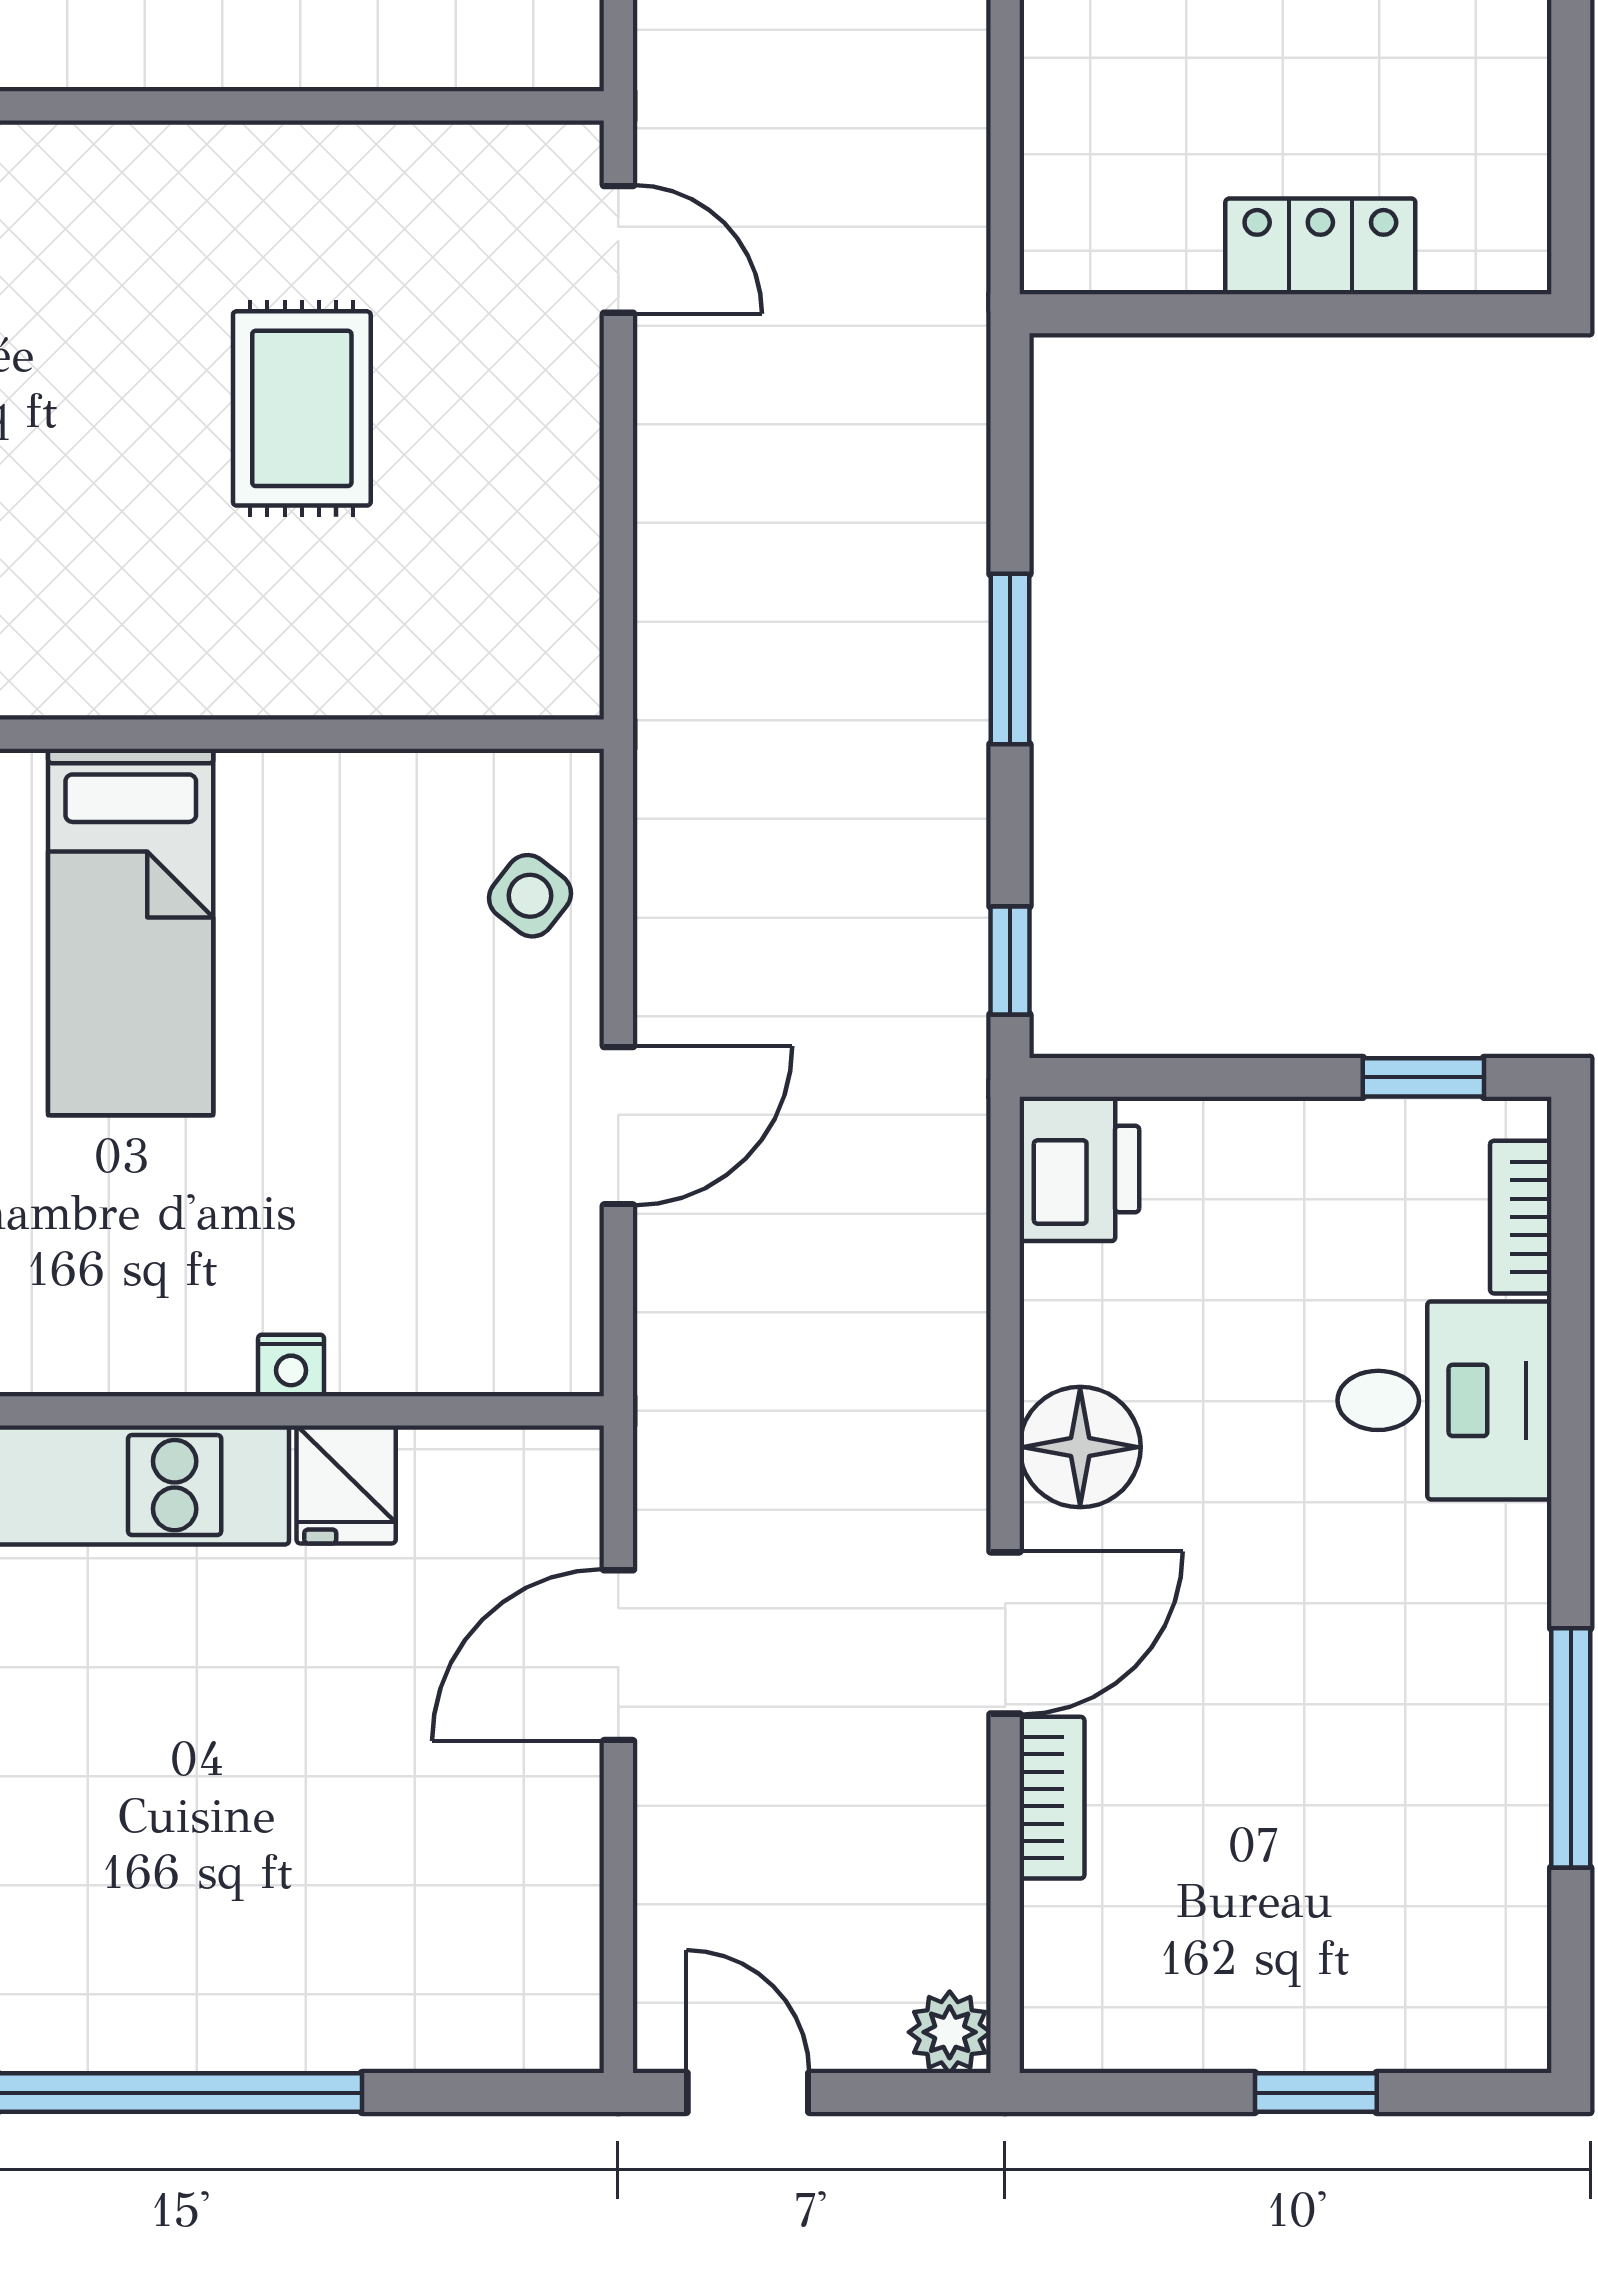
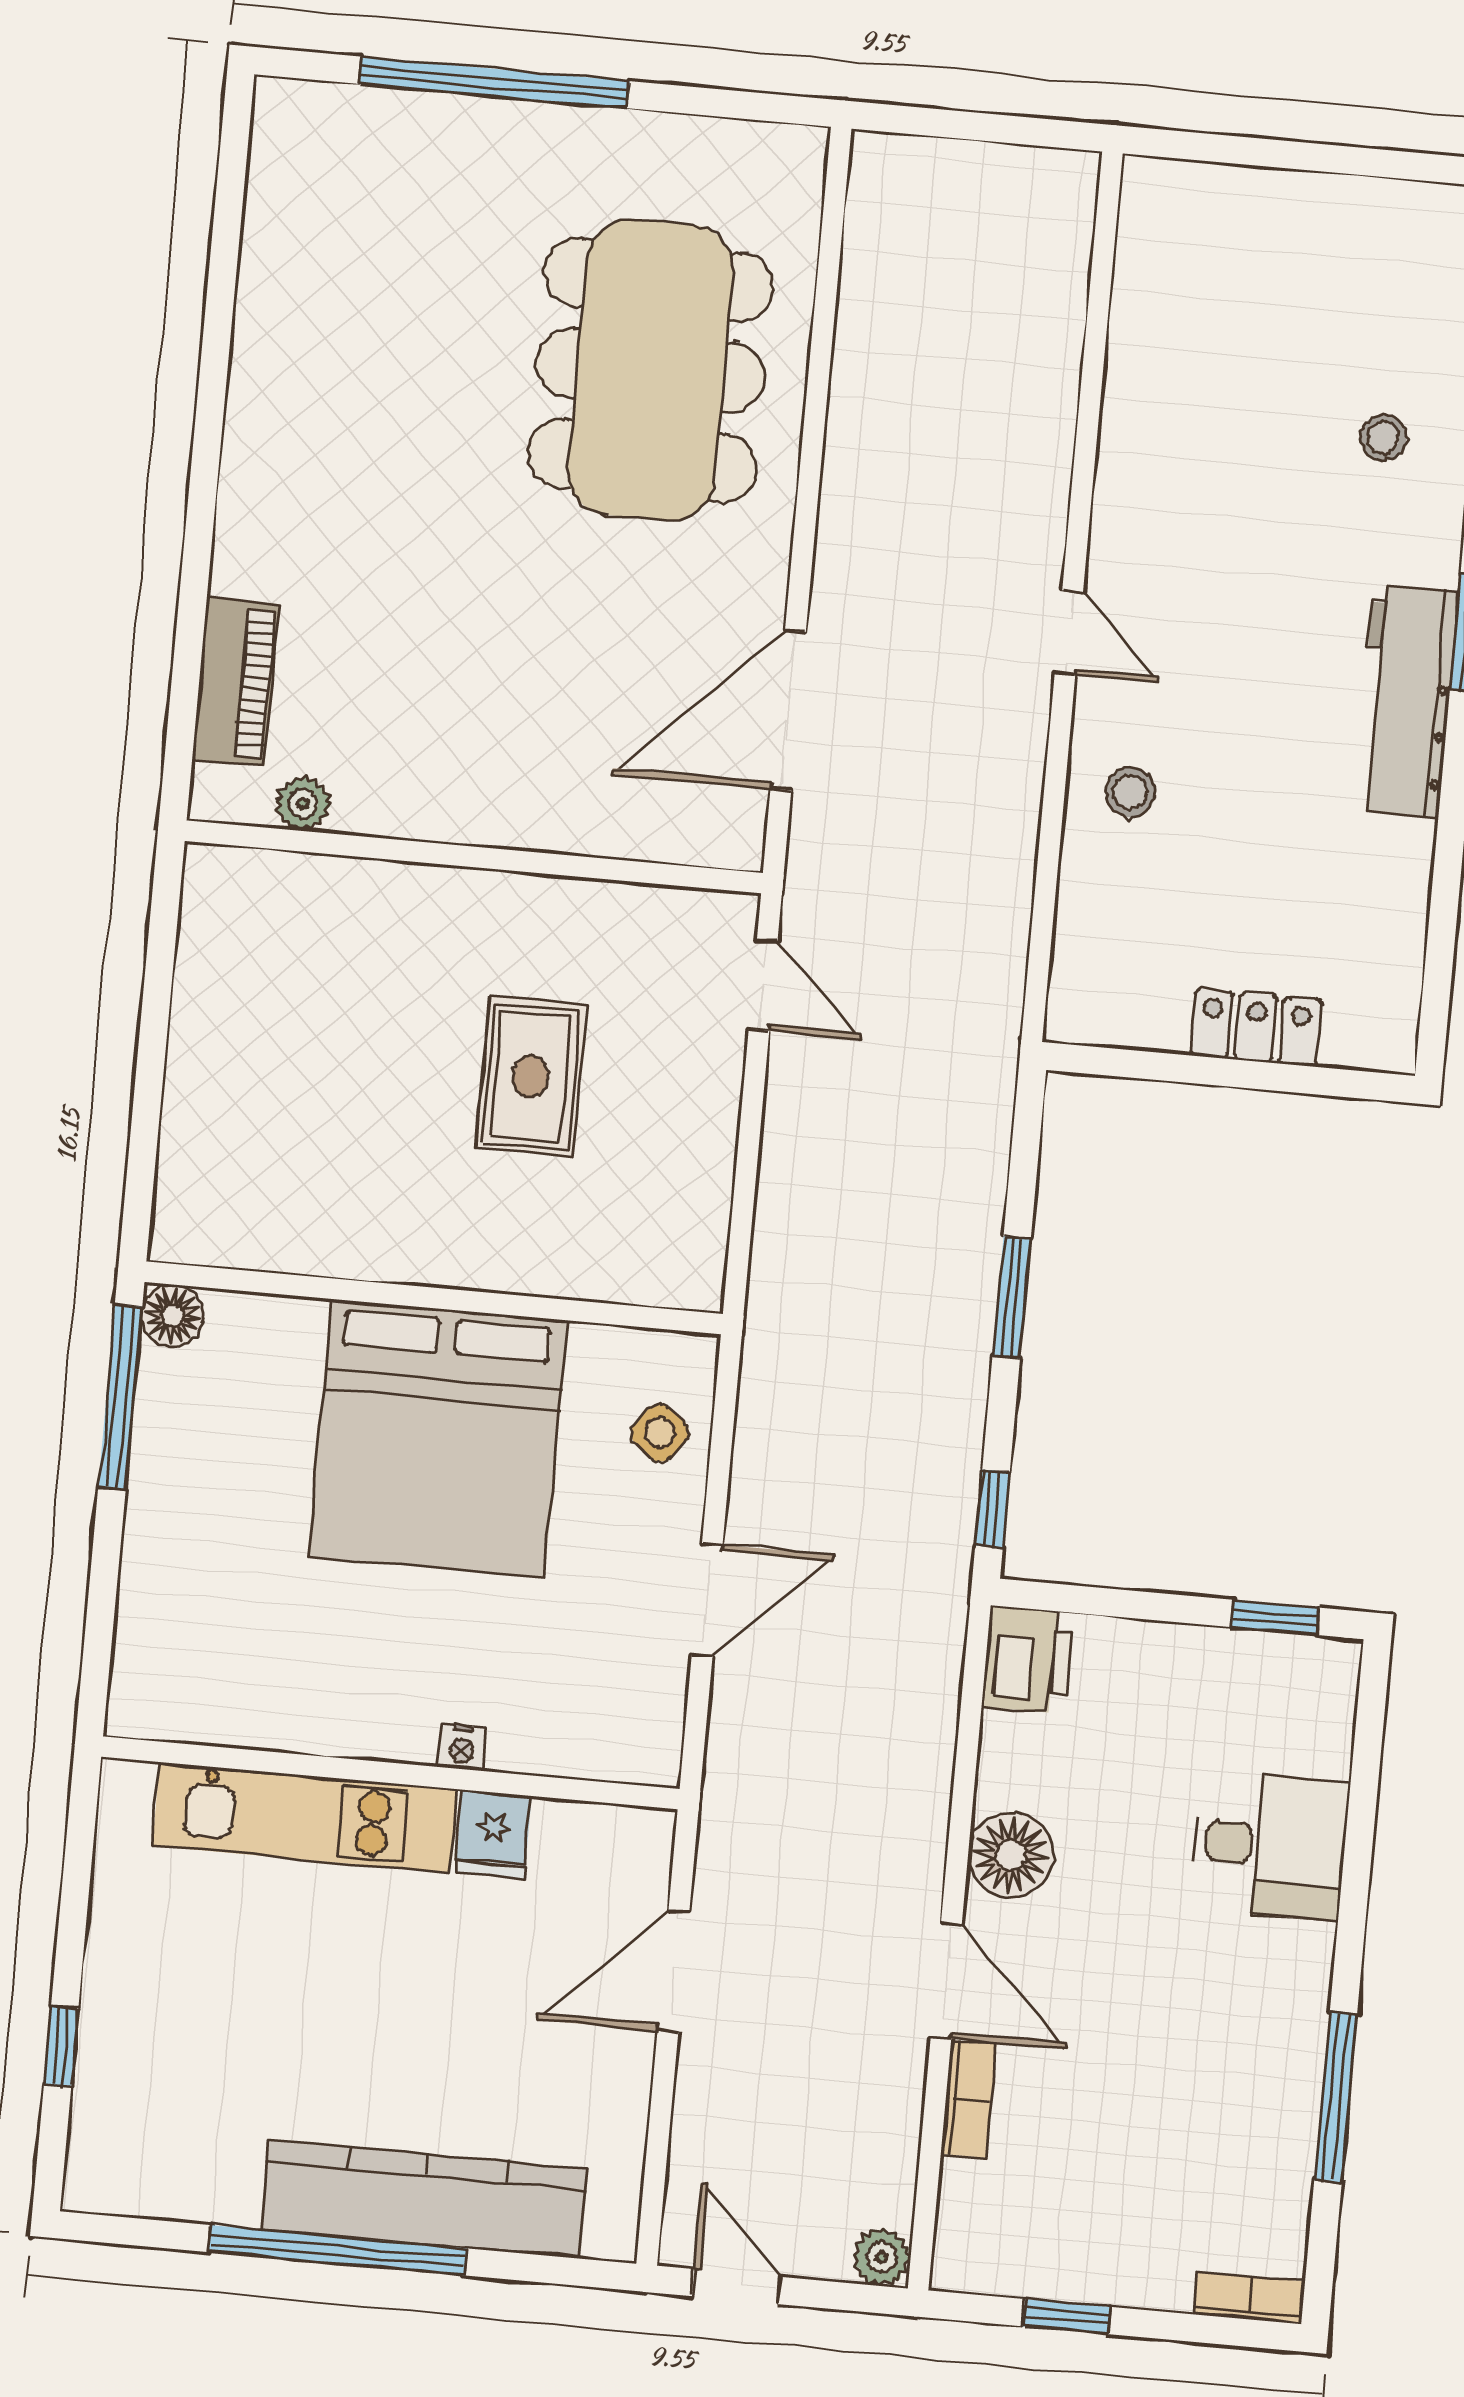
bed: (131, 932) -> (438, 1438), width x2.04
bookcase: (1521, 1217) -> (1250, 2298), moved, turned 90
door: (1005, 1633) -> (946, 1981), hinge flipped
kitchen counter: (296, 2009) -> (424, 2199), added
window: (1316, 2093) -> (1067, 2317), moved

